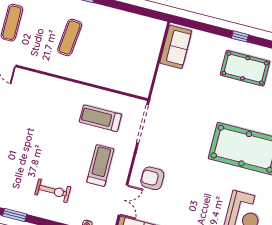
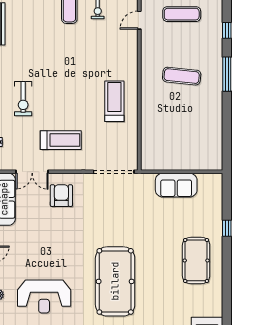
window: (240, 36) -> (227, 228), moved
sofa: (176, 47) -> (176, 185), moved
treadmill: (100, 118) -> (114, 101), moved

